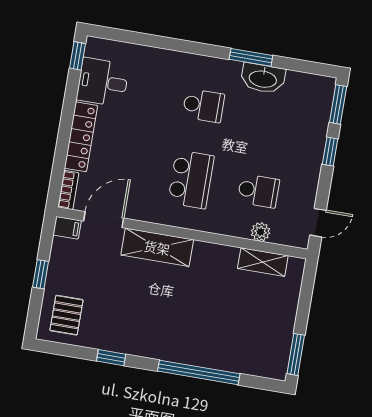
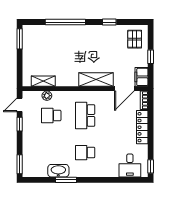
desk: (103, 82) -> (130, 165), moved, turned 90
window: (330, 152) -> (20, 124), moved
filing cabinet: (67, 228) -> (141, 77), width x2.00

